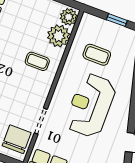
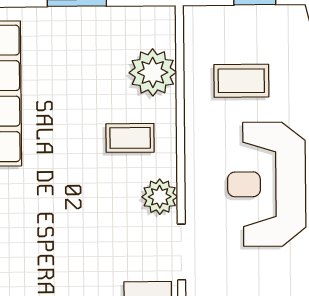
plant: (69, 17) -> (160, 197), moved

